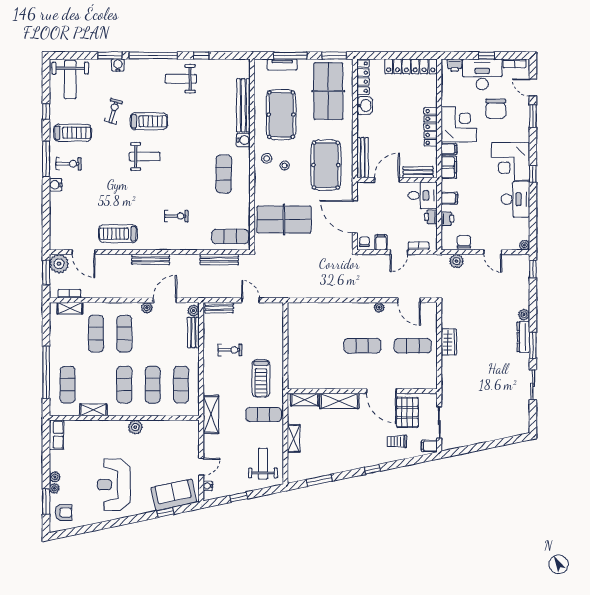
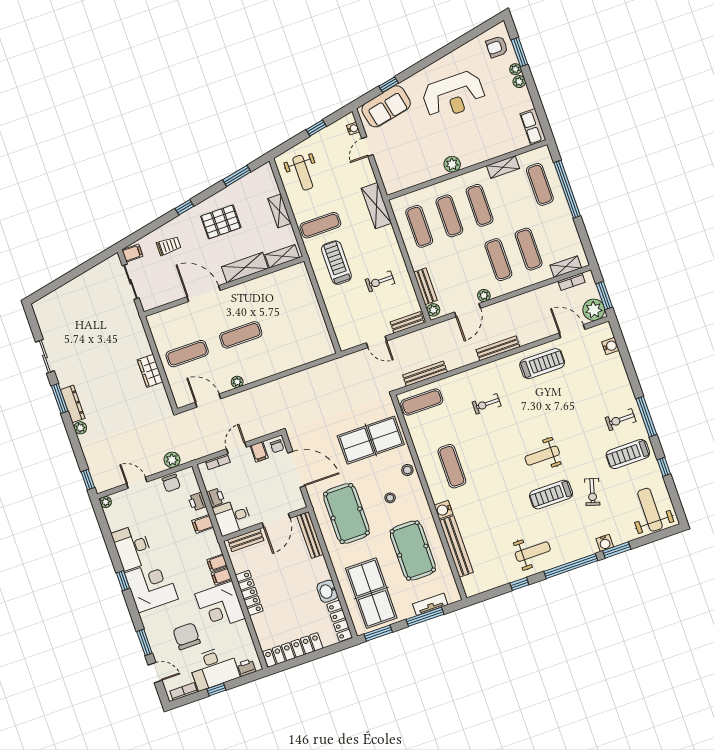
stool: (267, 158) -> (407, 470), moved
filing cabinet: (449, 167) -> (217, 563), width x0.50
water cooler: (56, 185) -> (610, 346), moved
pallet: (407, 412) -> (221, 222), moved, turned 90
reception desk: (114, 485) -> (454, 95), turned 90

